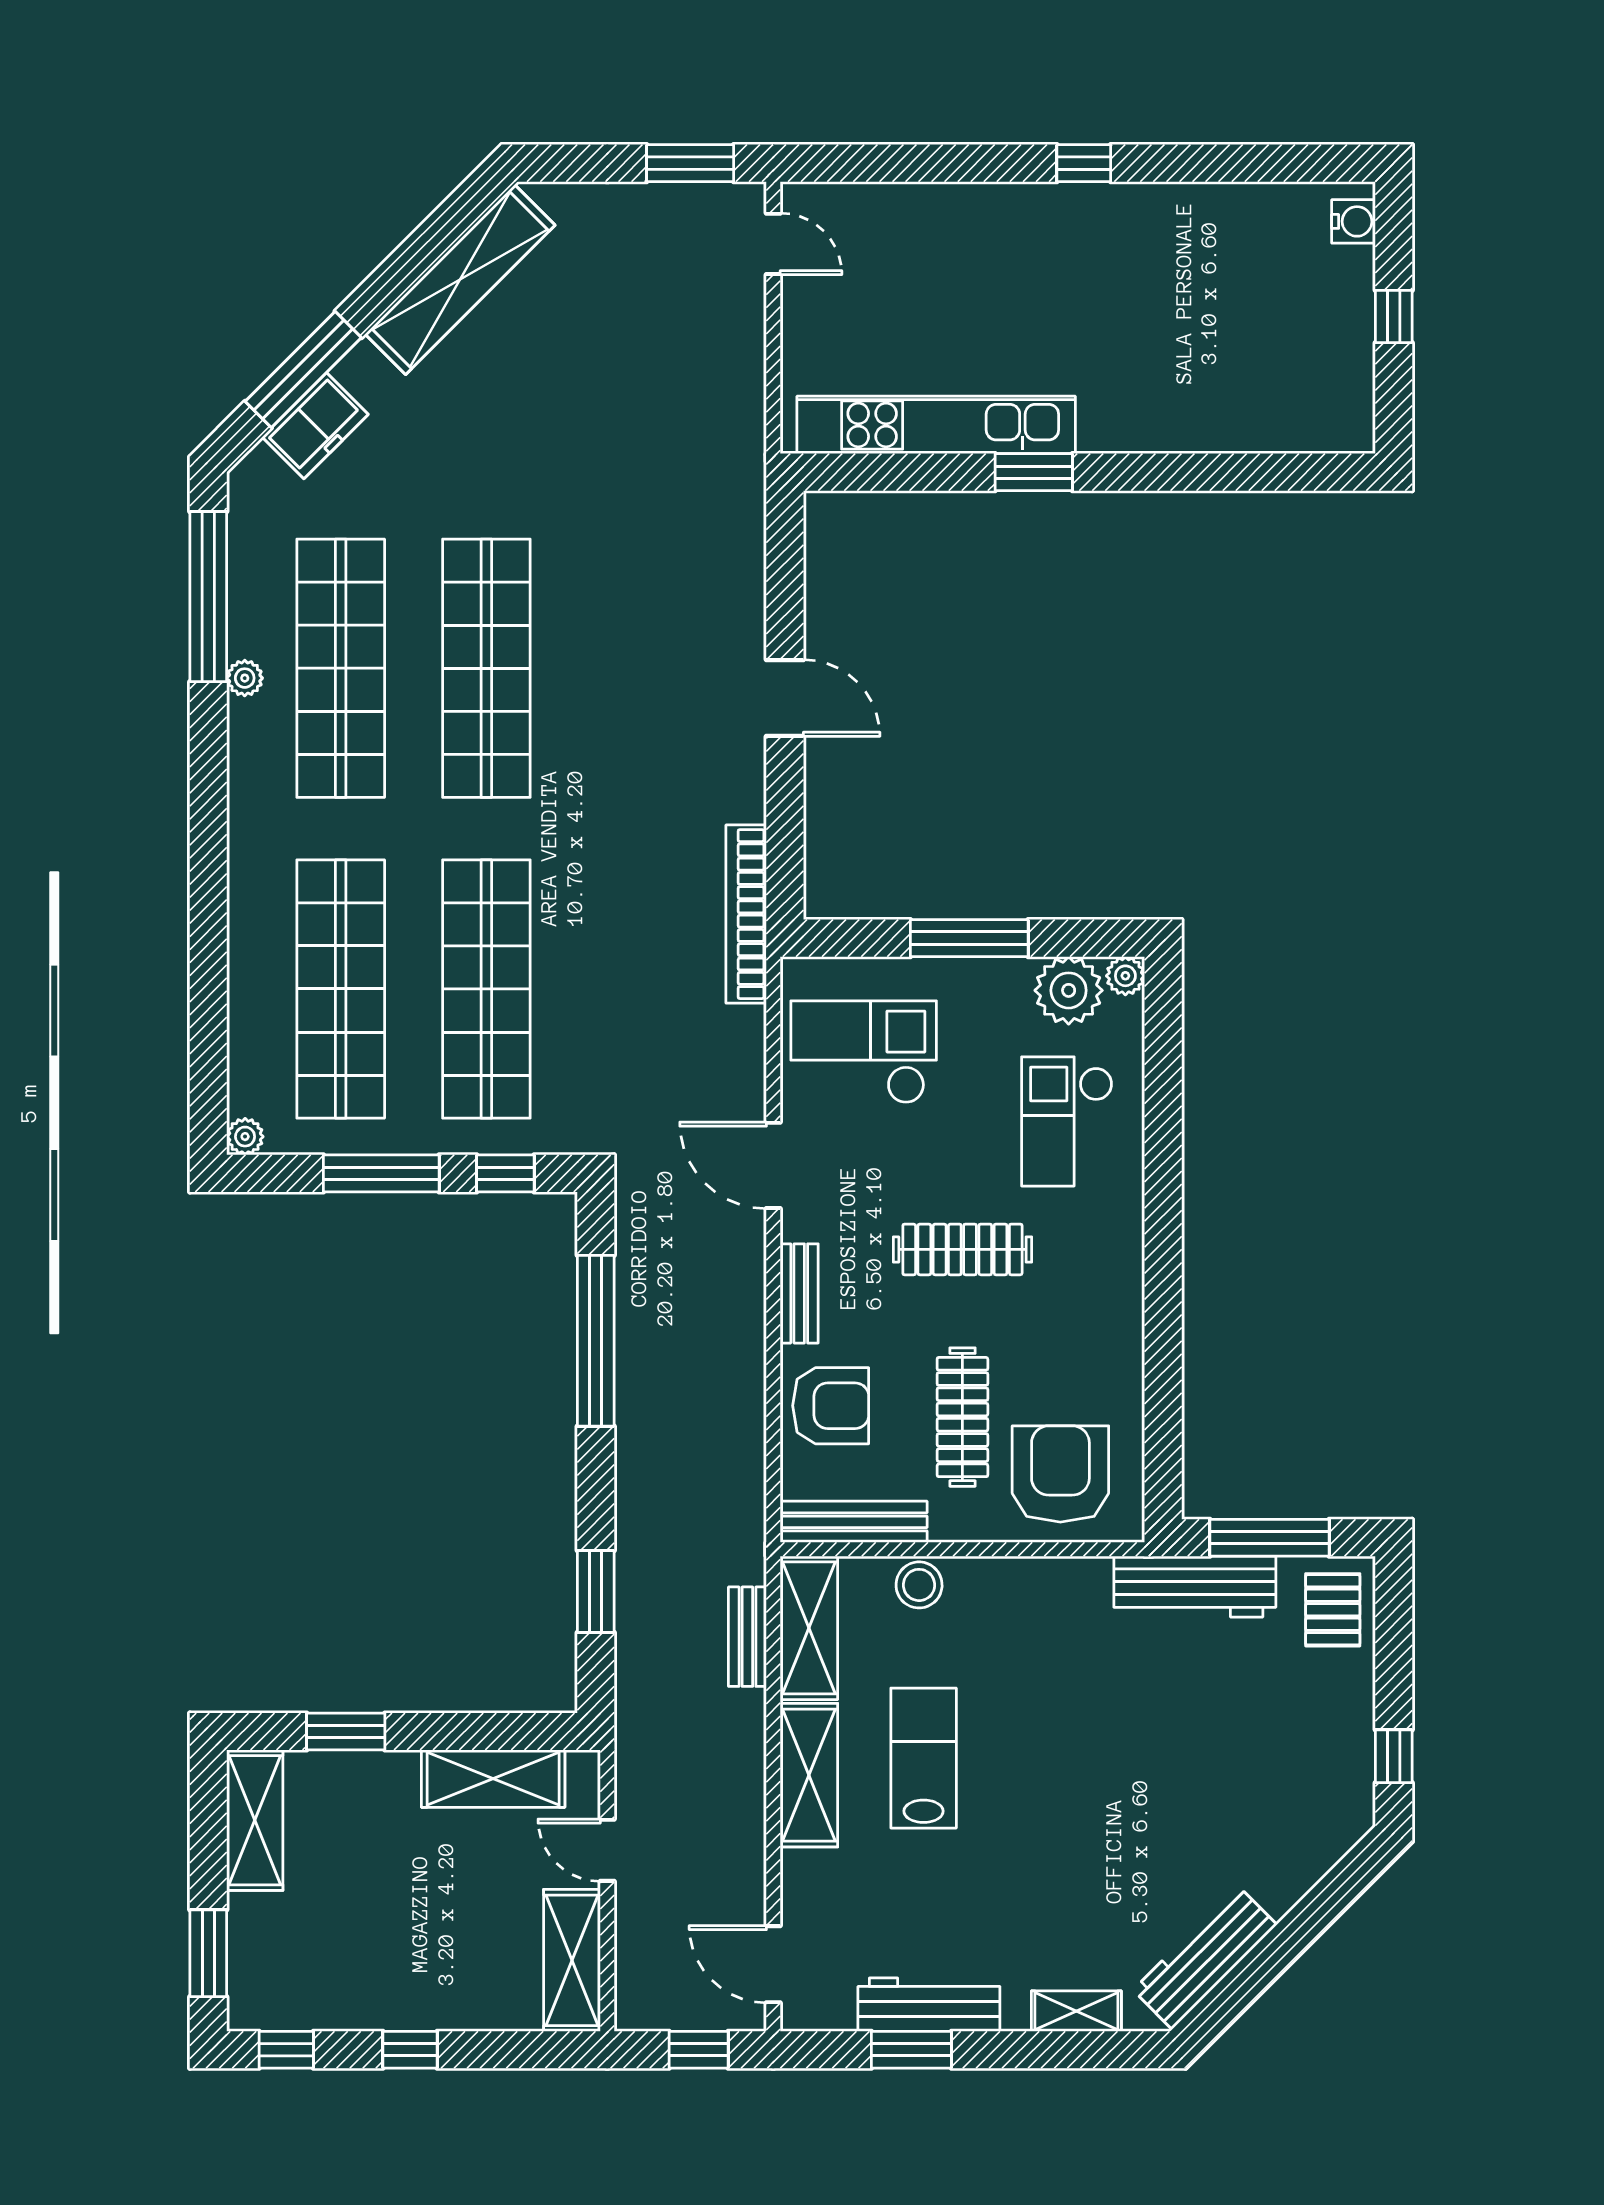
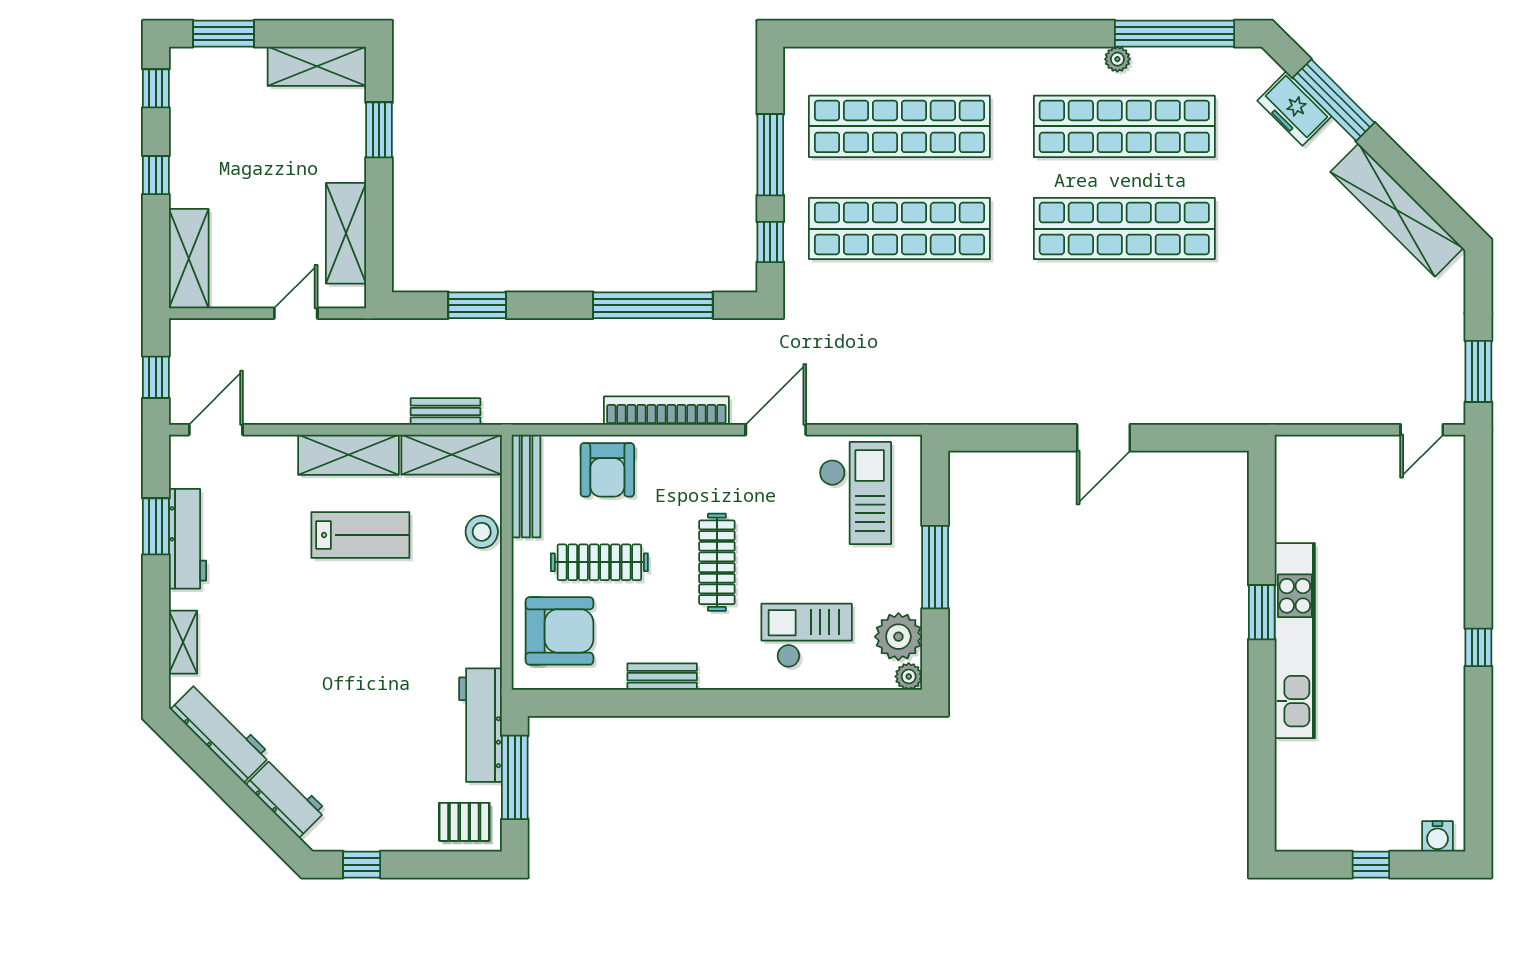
kitchen unit: (936, 425) -> (1295, 641), moved
bookcase: (746, 914) -> (666, 411), moved
plant: (245, 1137) -> (796, 59), removed
bench: (799, 1293) -> (662, 677), moved
workbench: (1298, 1864) -> (286, 798), added
shelving: (572, 1960) -> (189, 259), moved, turned 90

